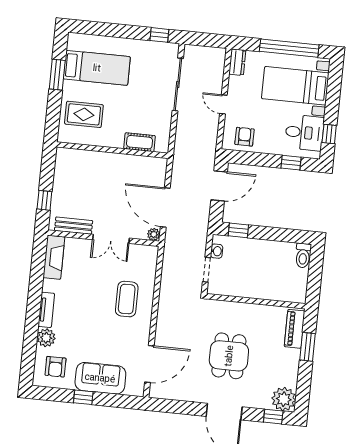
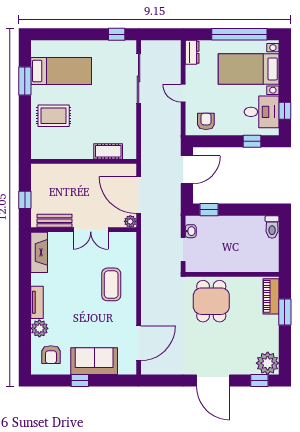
cot: (140, 142) -> (108, 151), moved
wall: (112, 150) -> (84, 161), moved
dining table: (229, 356) -> (211, 301), moved

